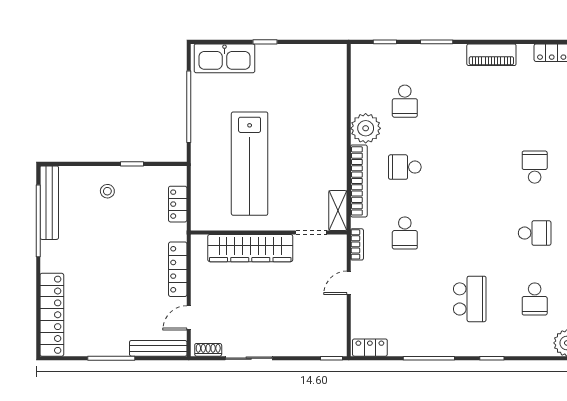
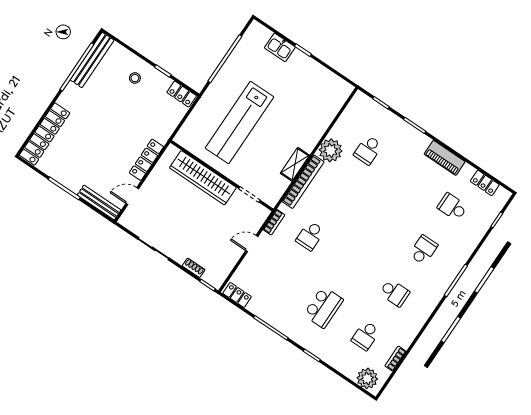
kitchen sink: (224, 58) -> (280, 47), width x0.53, depth x0.81
school desk: (405, 167) -> (452, 207), moved
locker: (178, 204) -> (182, 94), moved, turned -90
shelving: (338, 211) -> (295, 164), moved
shoe rack: (208, 350) -> (194, 268), moved

